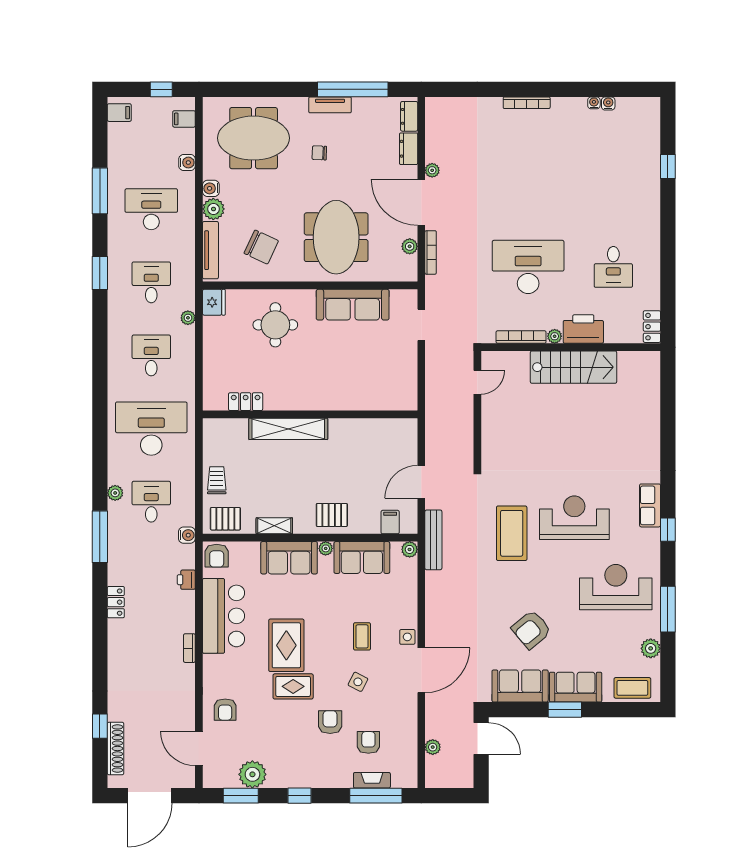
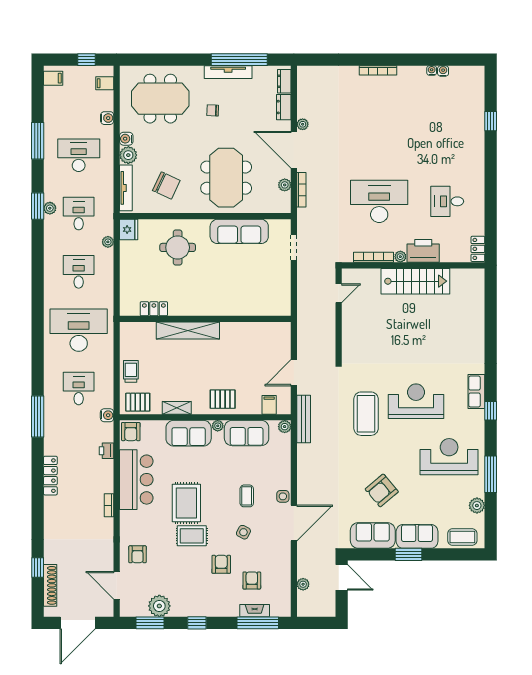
tv unit: (330, 105) -> (228, 72), width x1.41
desk: (613, 267) -> (447, 201), turned 90
plant: (115, 493) -> (50, 208), moved
locker: (116, 602) -> (50, 476), width x1.53

